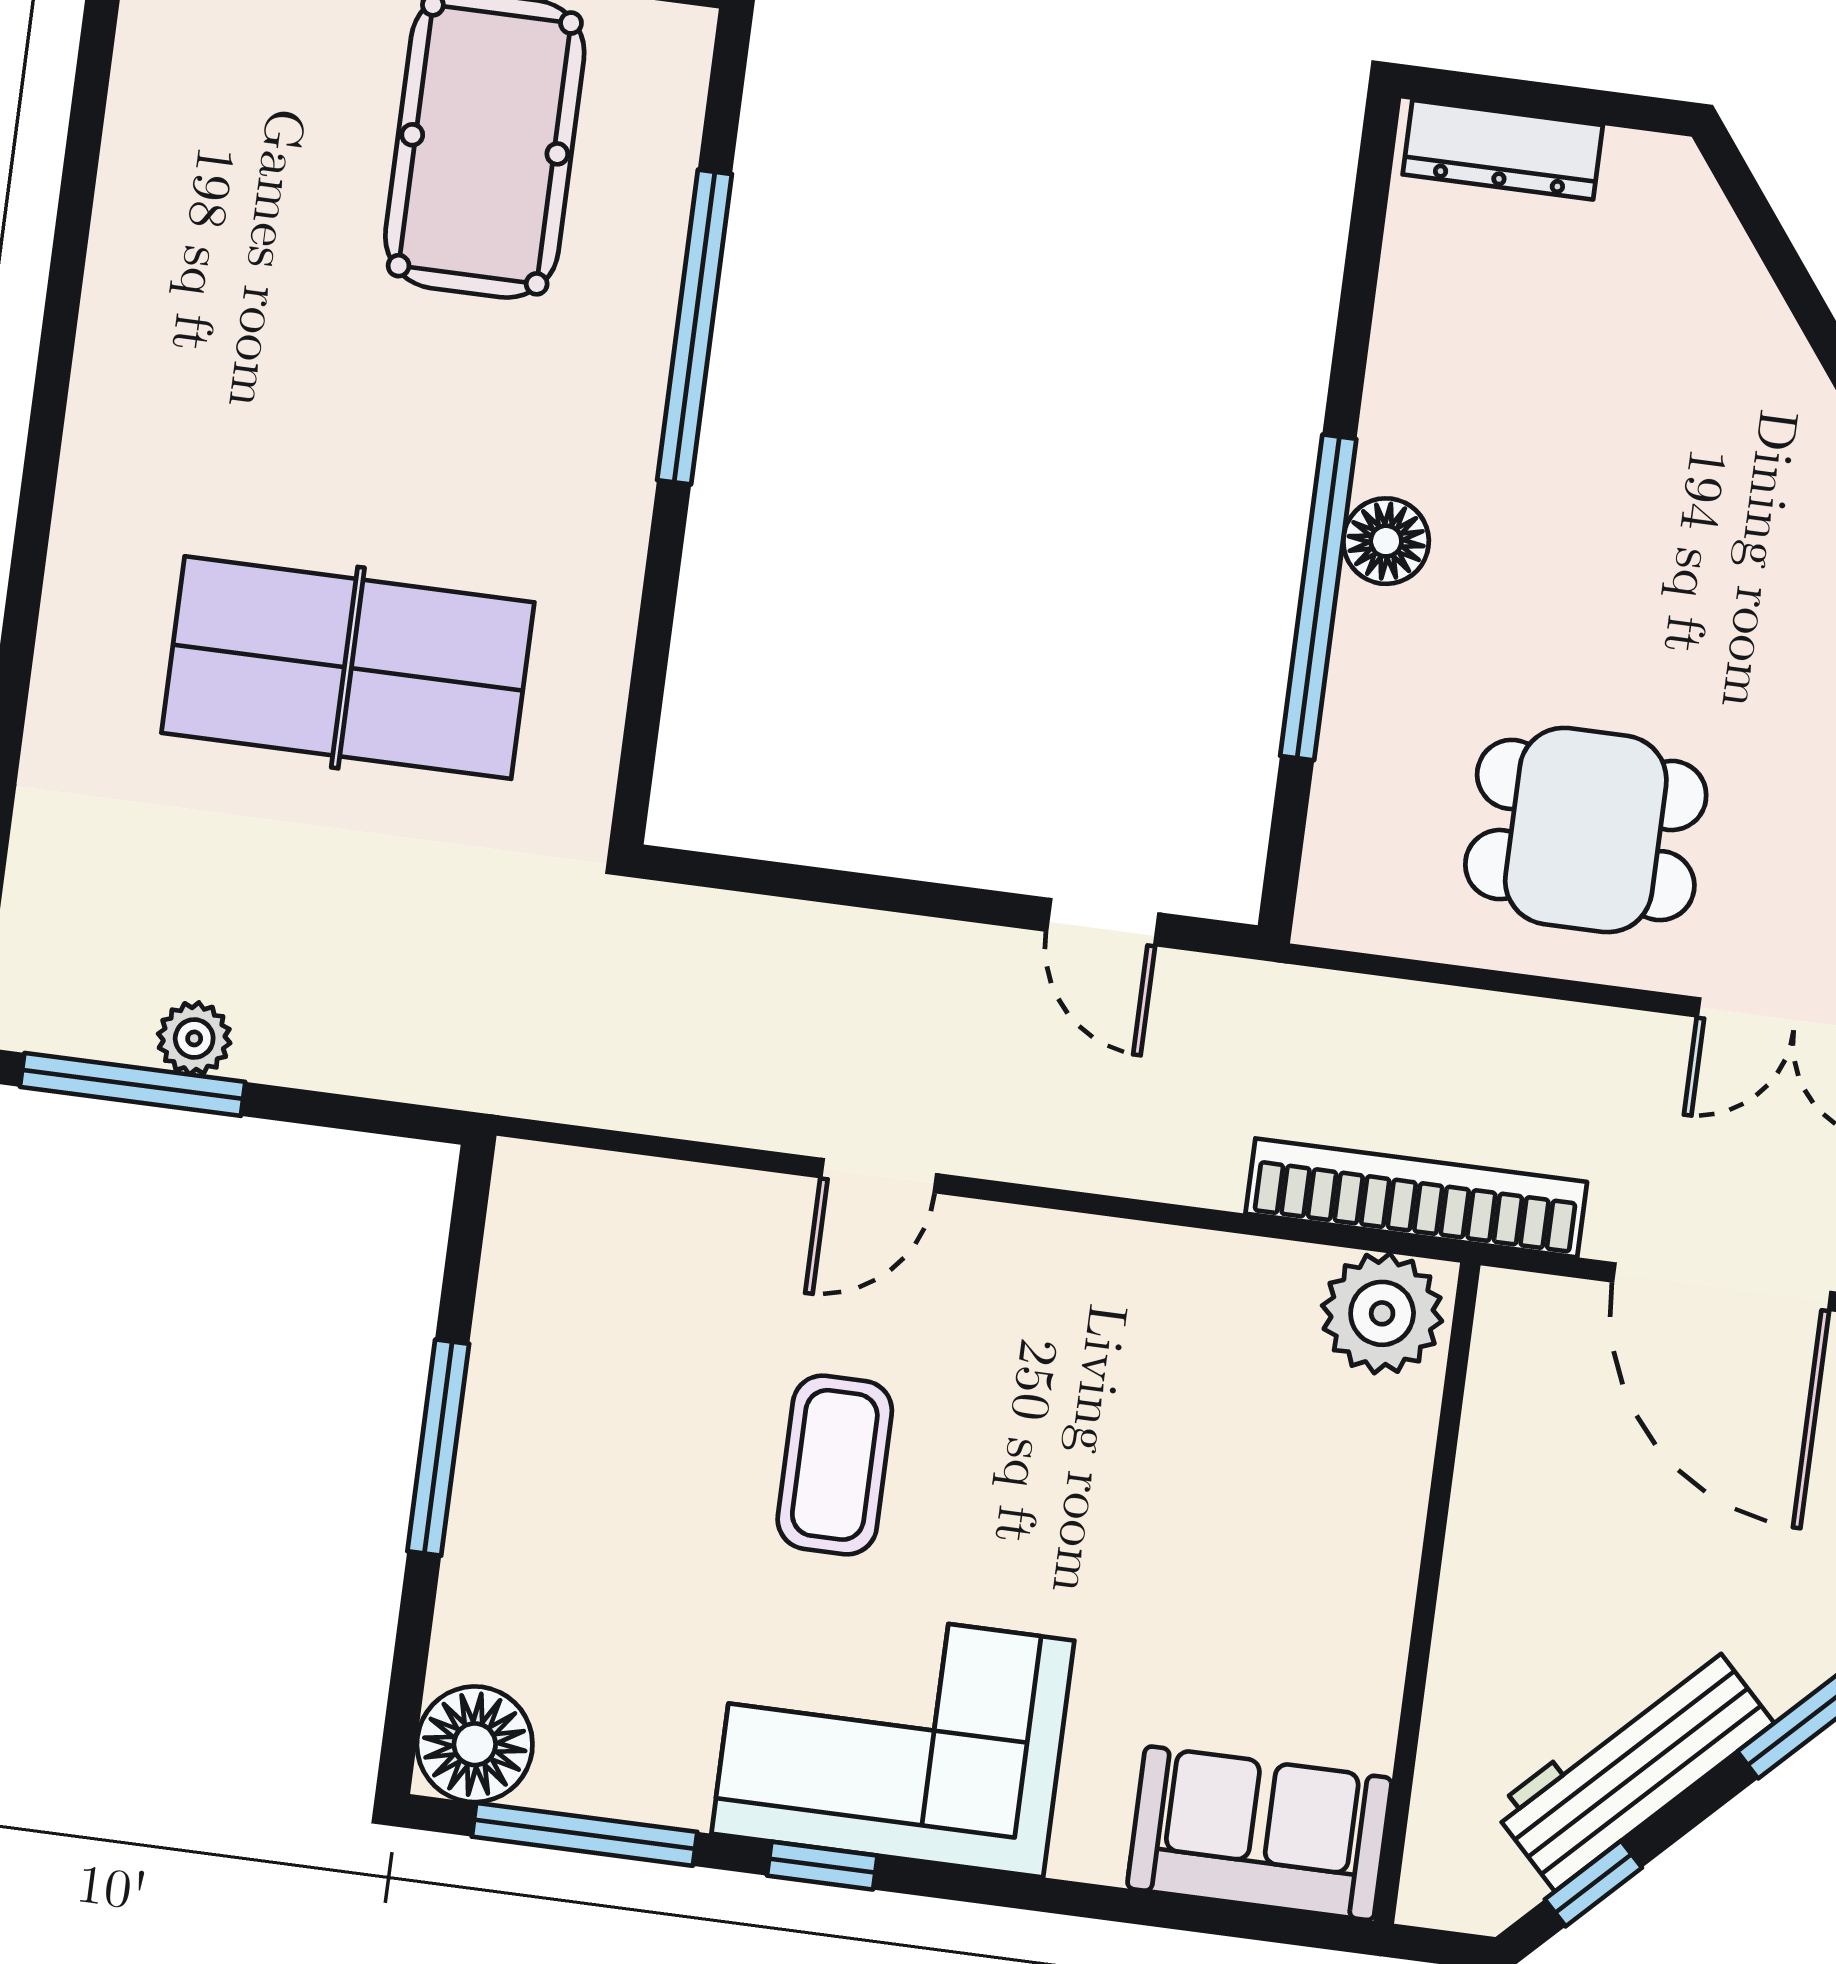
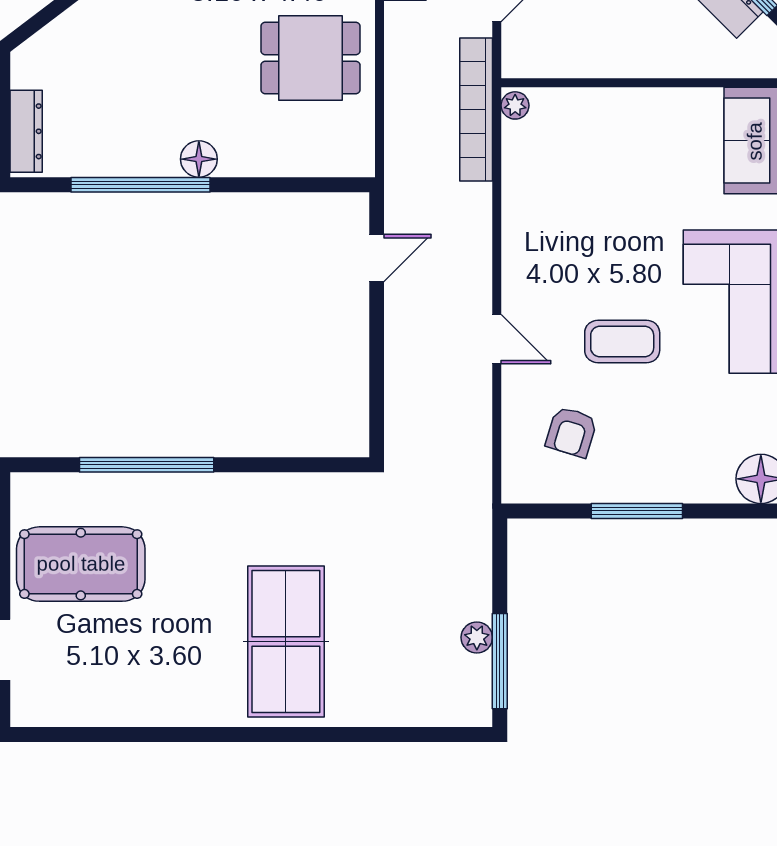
window: (1318, 597) -> (141, 185), moved
table tennis table: (348, 668) -> (286, 641), moved
dining table: (1586, 830) -> (310, 58), turned 90
plant: (1382, 1313) -> (515, 105), width x0.53, depth x0.53
armchair: (641, 1320) -> (571, 432), added

